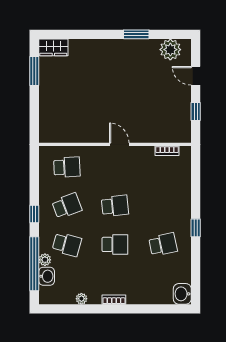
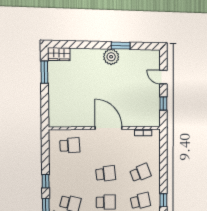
plant: (170, 50) -> (111, 57), moved
door: (119, 144) -> (109, 128), width x1.87
school desk: (67, 206) -> (140, 173), moved
window: (196, 228) -> (163, 200), moved

